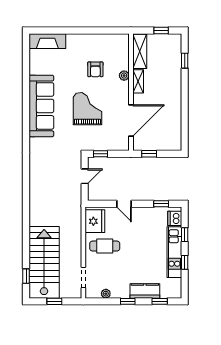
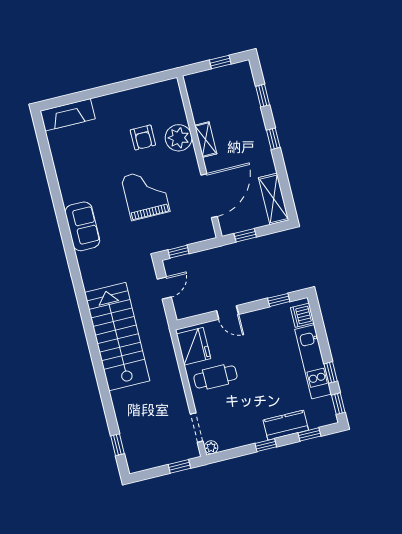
shelving: (140, 51) -> (274, 199), moved
plant: (124, 76) -> (179, 138), width x1.88, depth x1.88
window: (185, 92) -> (273, 139), added
sofa: (41, 106) -> (82, 226), width x0.54, depth x0.79
window: (185, 235) -> (338, 404), moved
stairs: (44, 262) -> (117, 337), moved
plant: (106, 294) -> (211, 447), moved
window: (54, 301) -> (179, 466), moved

